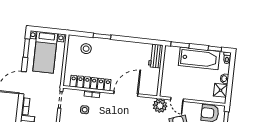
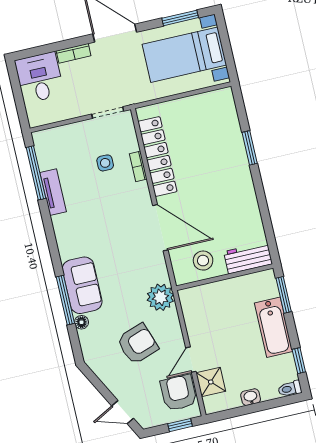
stool: (86, 49) -> (203, 261), moved
bathtub: (199, 58) -> (274, 327), width x0.73, depth x0.73
shower: (221, 90) -> (211, 382), moved
door: (177, 99) -> (191, 360), moved

